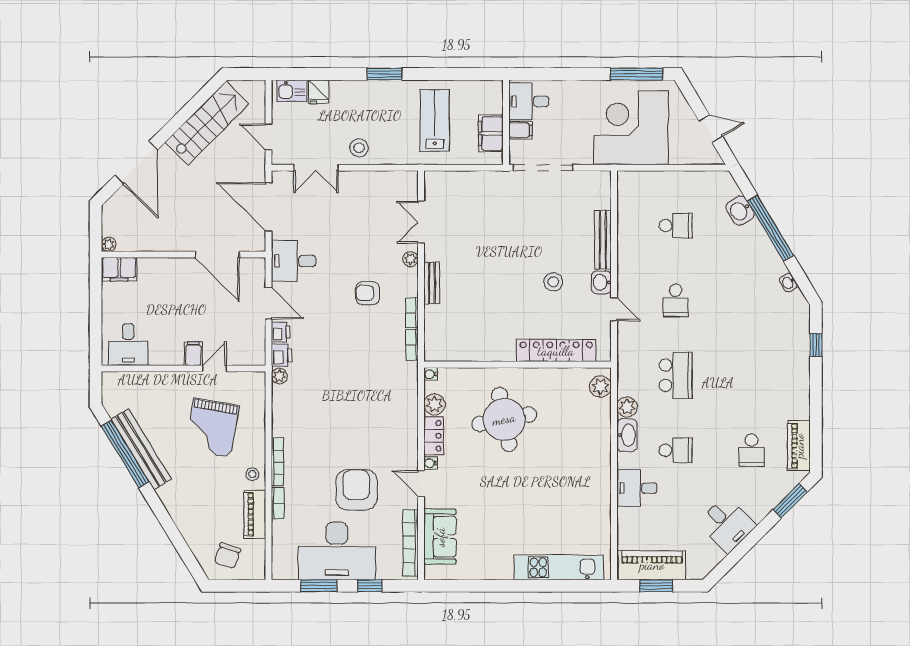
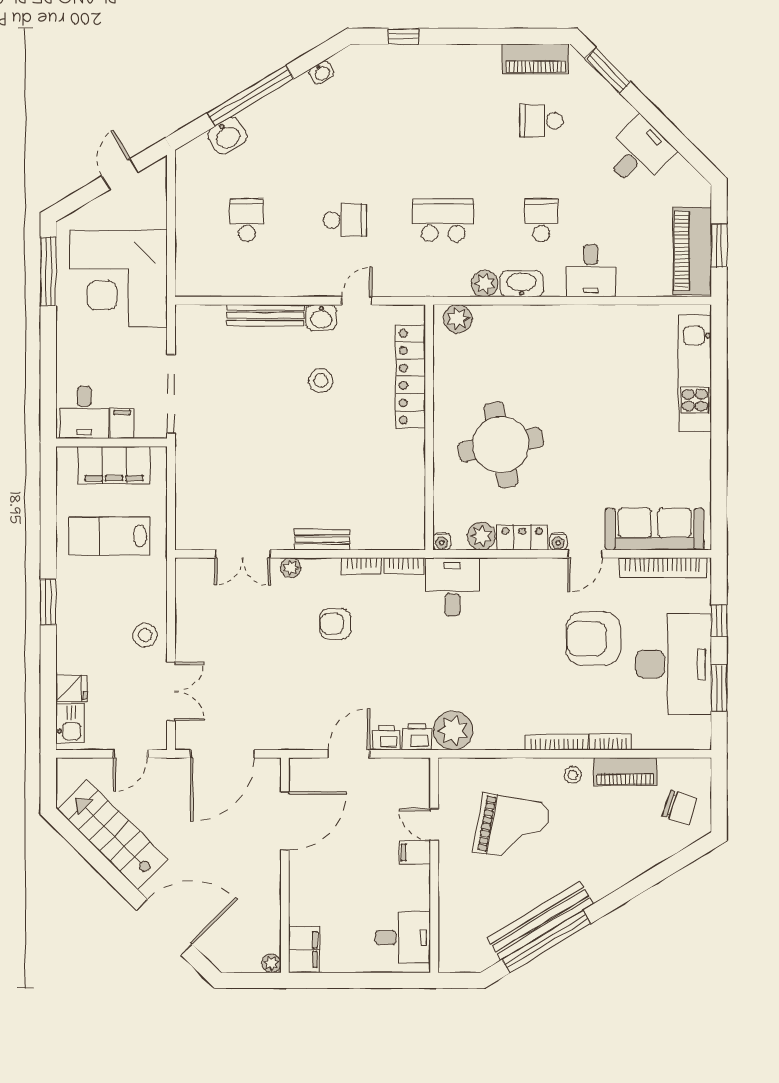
filing cabinet: (491, 133) -> (114, 465), width x1.50, depth x1.17
desk: (293, 261) -> (452, 587), moved, turned 180
armchair: (368, 293) -> (335, 624), turned 90
plant: (279, 376) -> (453, 730), width x1.88, depth x1.88
school desk: (751, 450) -> (541, 121), turned 180
sofa: (440, 537) -> (655, 529), width x1.36

